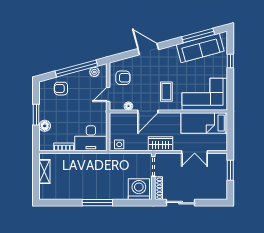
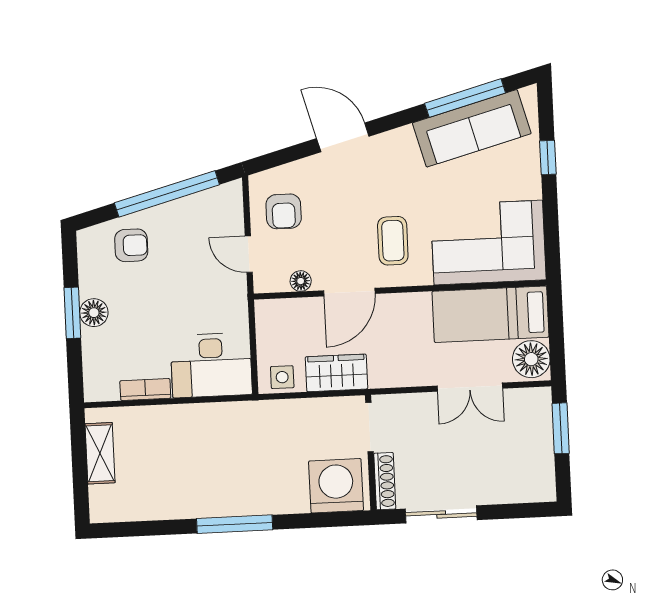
plant: (94, 72) -> (212, 200), removed
armchair: (123, 78) -> (284, 211), turned 90
armchair: (61, 89) -> (131, 245), turned 180
door: (108, 94) -> (249, 254), hinge flipped
floor lamp: (45, 126) -> (94, 313), moved
floor lamp: (220, 142) -> (531, 359), added
wardrobe: (161, 144) -> (336, 373), moved

